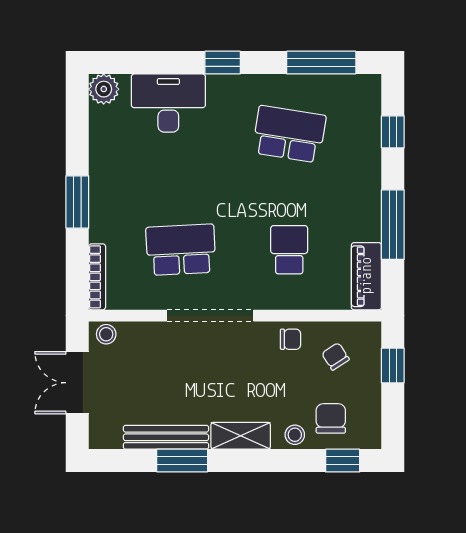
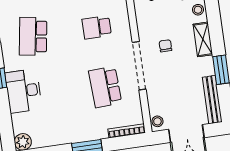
desk: (168, 103) -> (23, 91), moved
chair: (291, 339) -> (165, 46), moved
bench: (166, 437) -> (212, 100), moved

